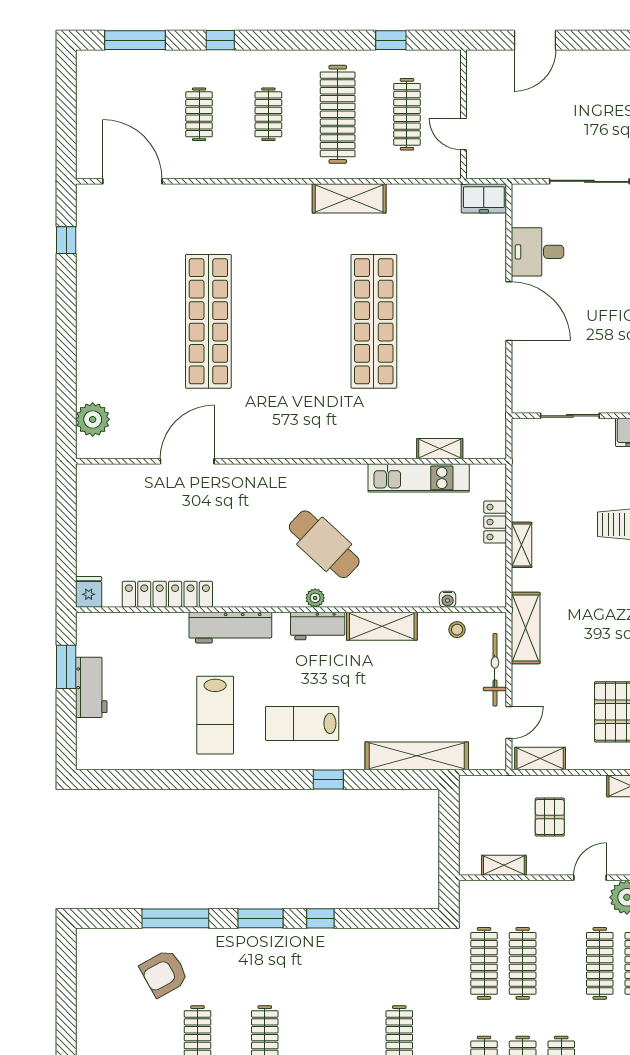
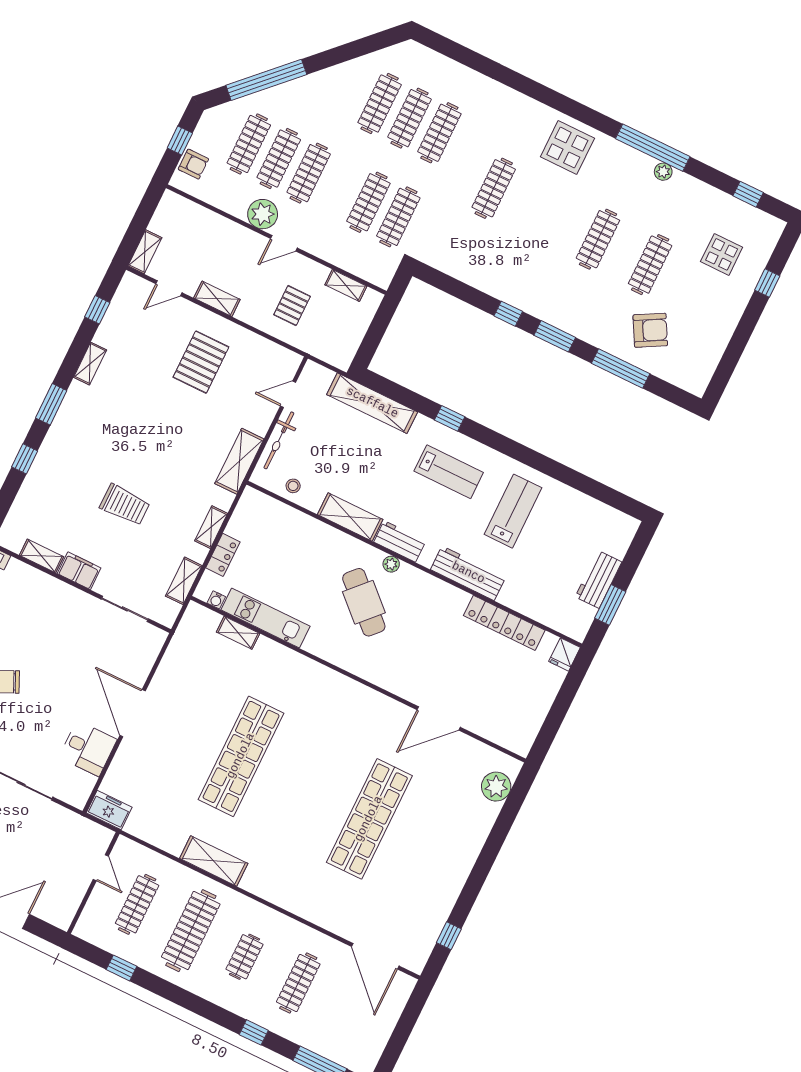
clothes rail: (199, 114) -> (298, 983), width x1.36
water cooler: (448, 599) -> (216, 600), moved, turned 180
shelving: (540, 759) -> (184, 581), moved, turned 90

